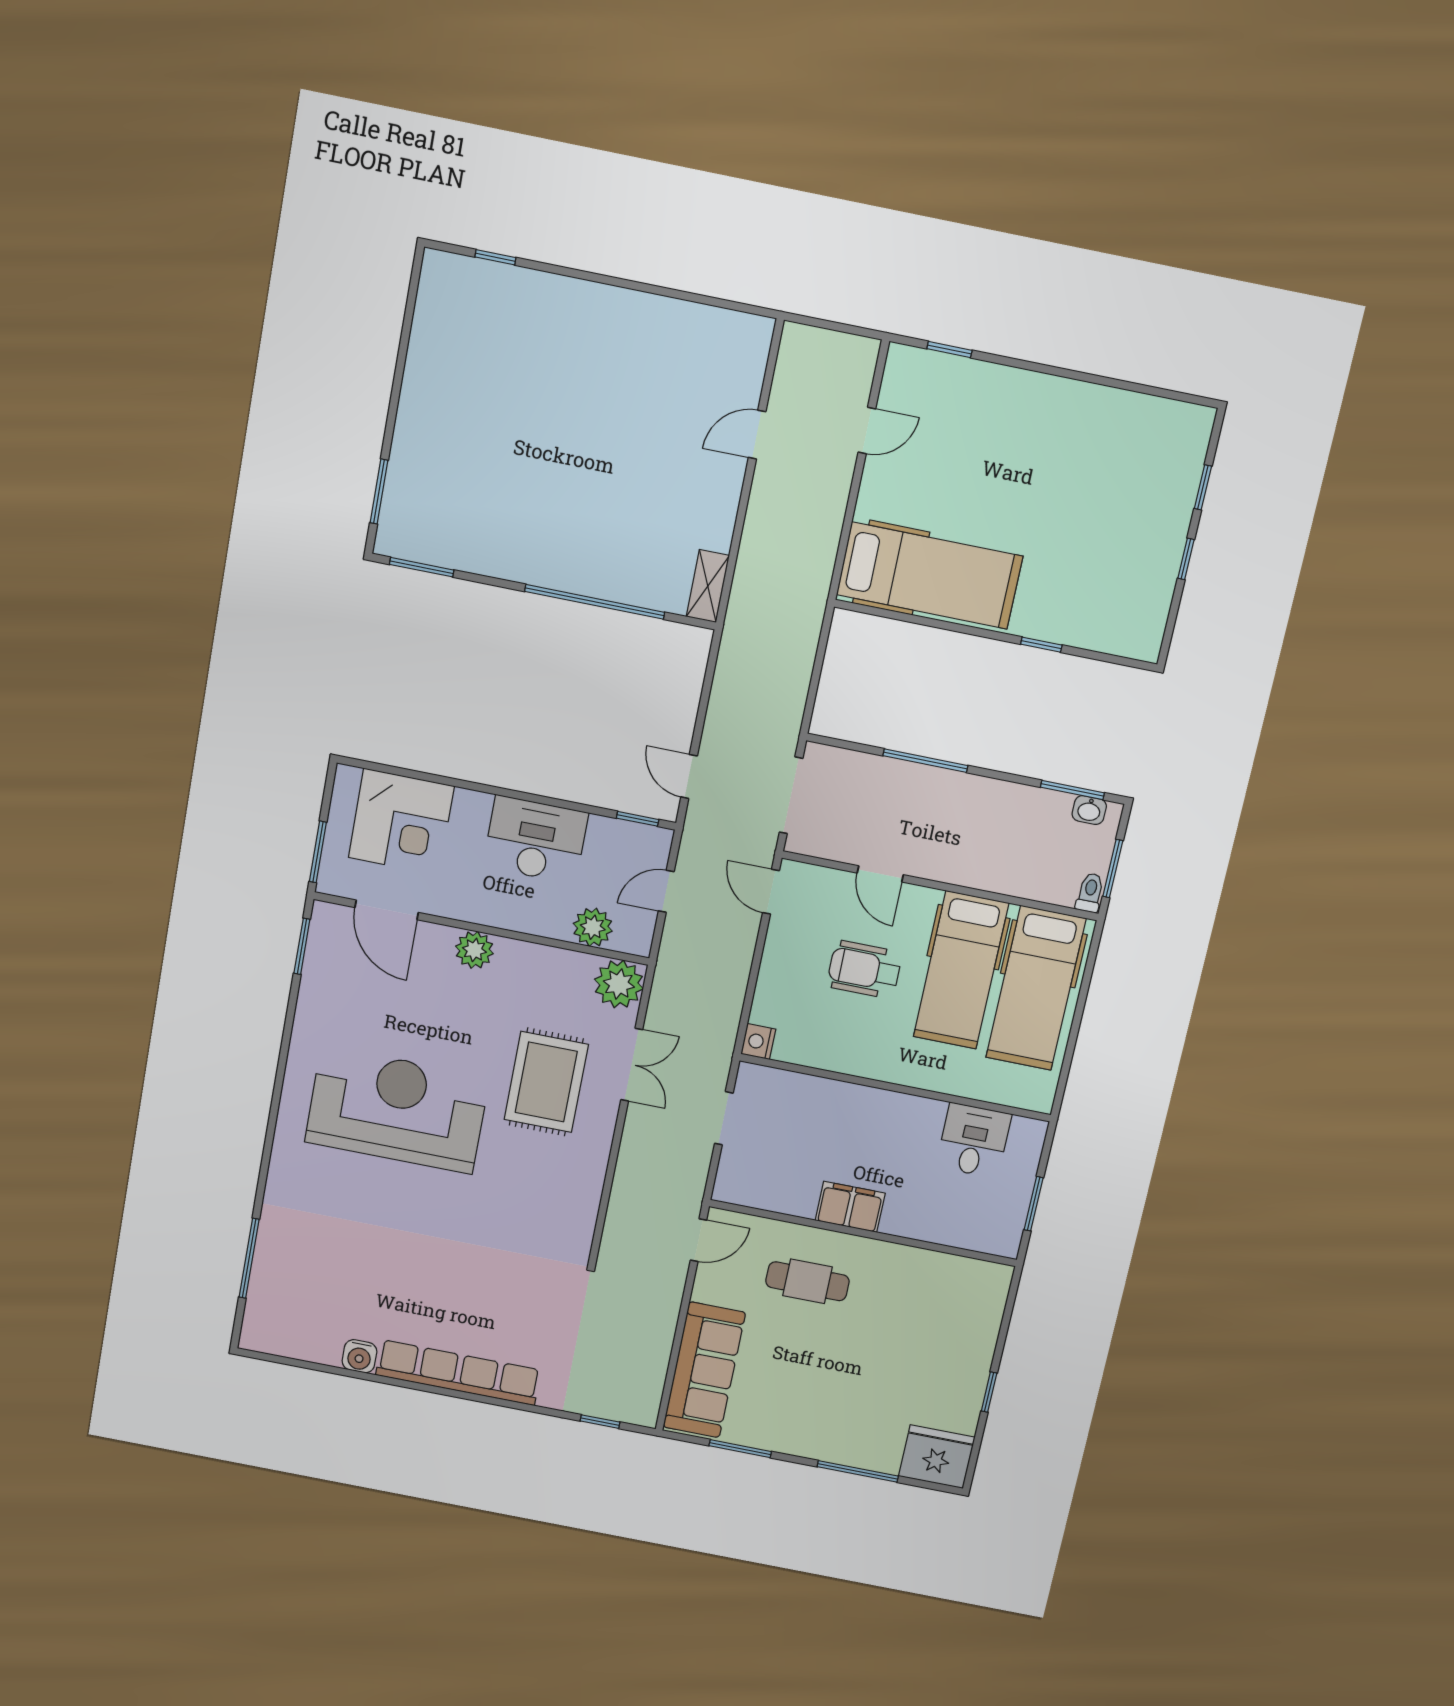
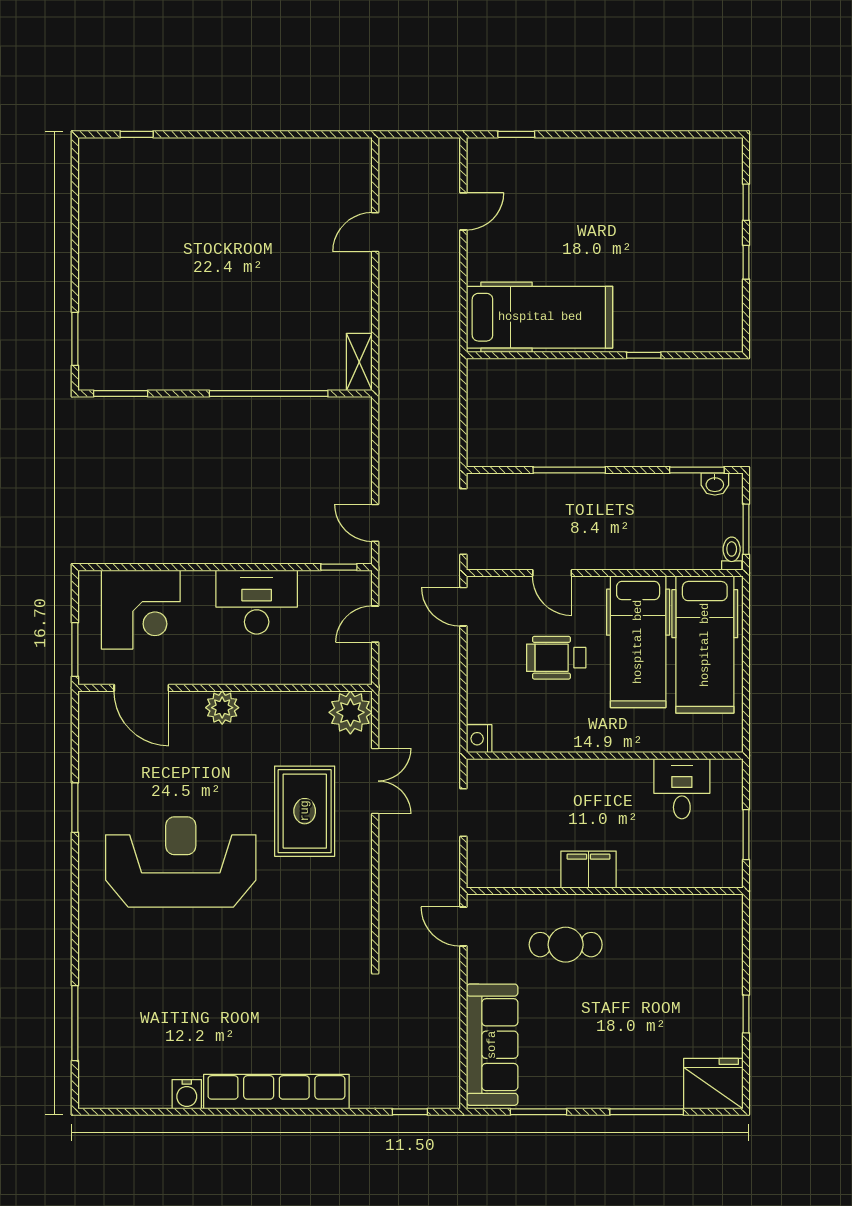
plant: (593, 927) -> (319, 668), removed
window: (302, 946) -> (75, 808), moved
door: (698, 1240) -> (463, 927), swing flipped

